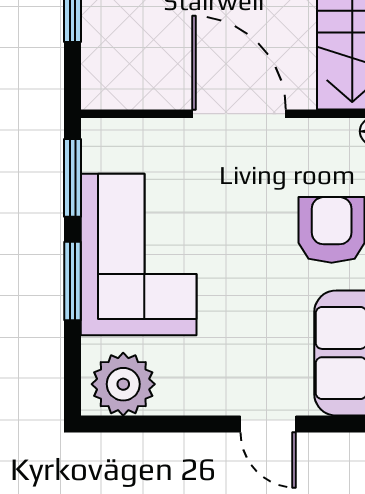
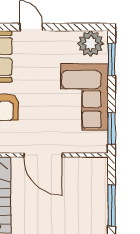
window: (73, 281) -> (112, 59), moved

